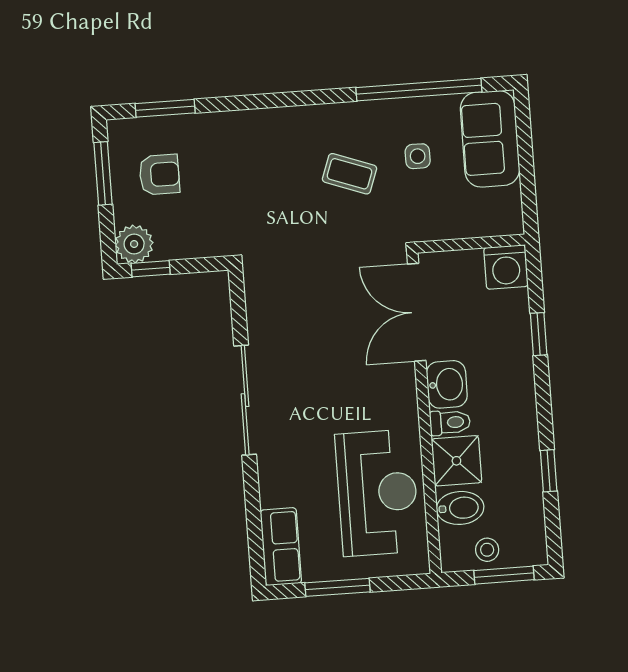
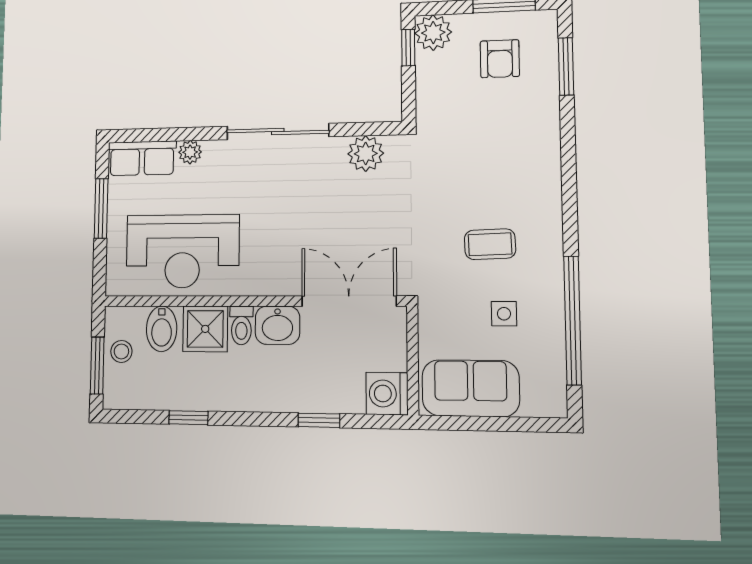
sofa: (490, 139) -> (471, 388), moved
coffee table: (349, 174) -> (490, 244), turned 68
plant: (264, 306) -> (366, 154), added
plant: (272, 494) -> (190, 152), added

